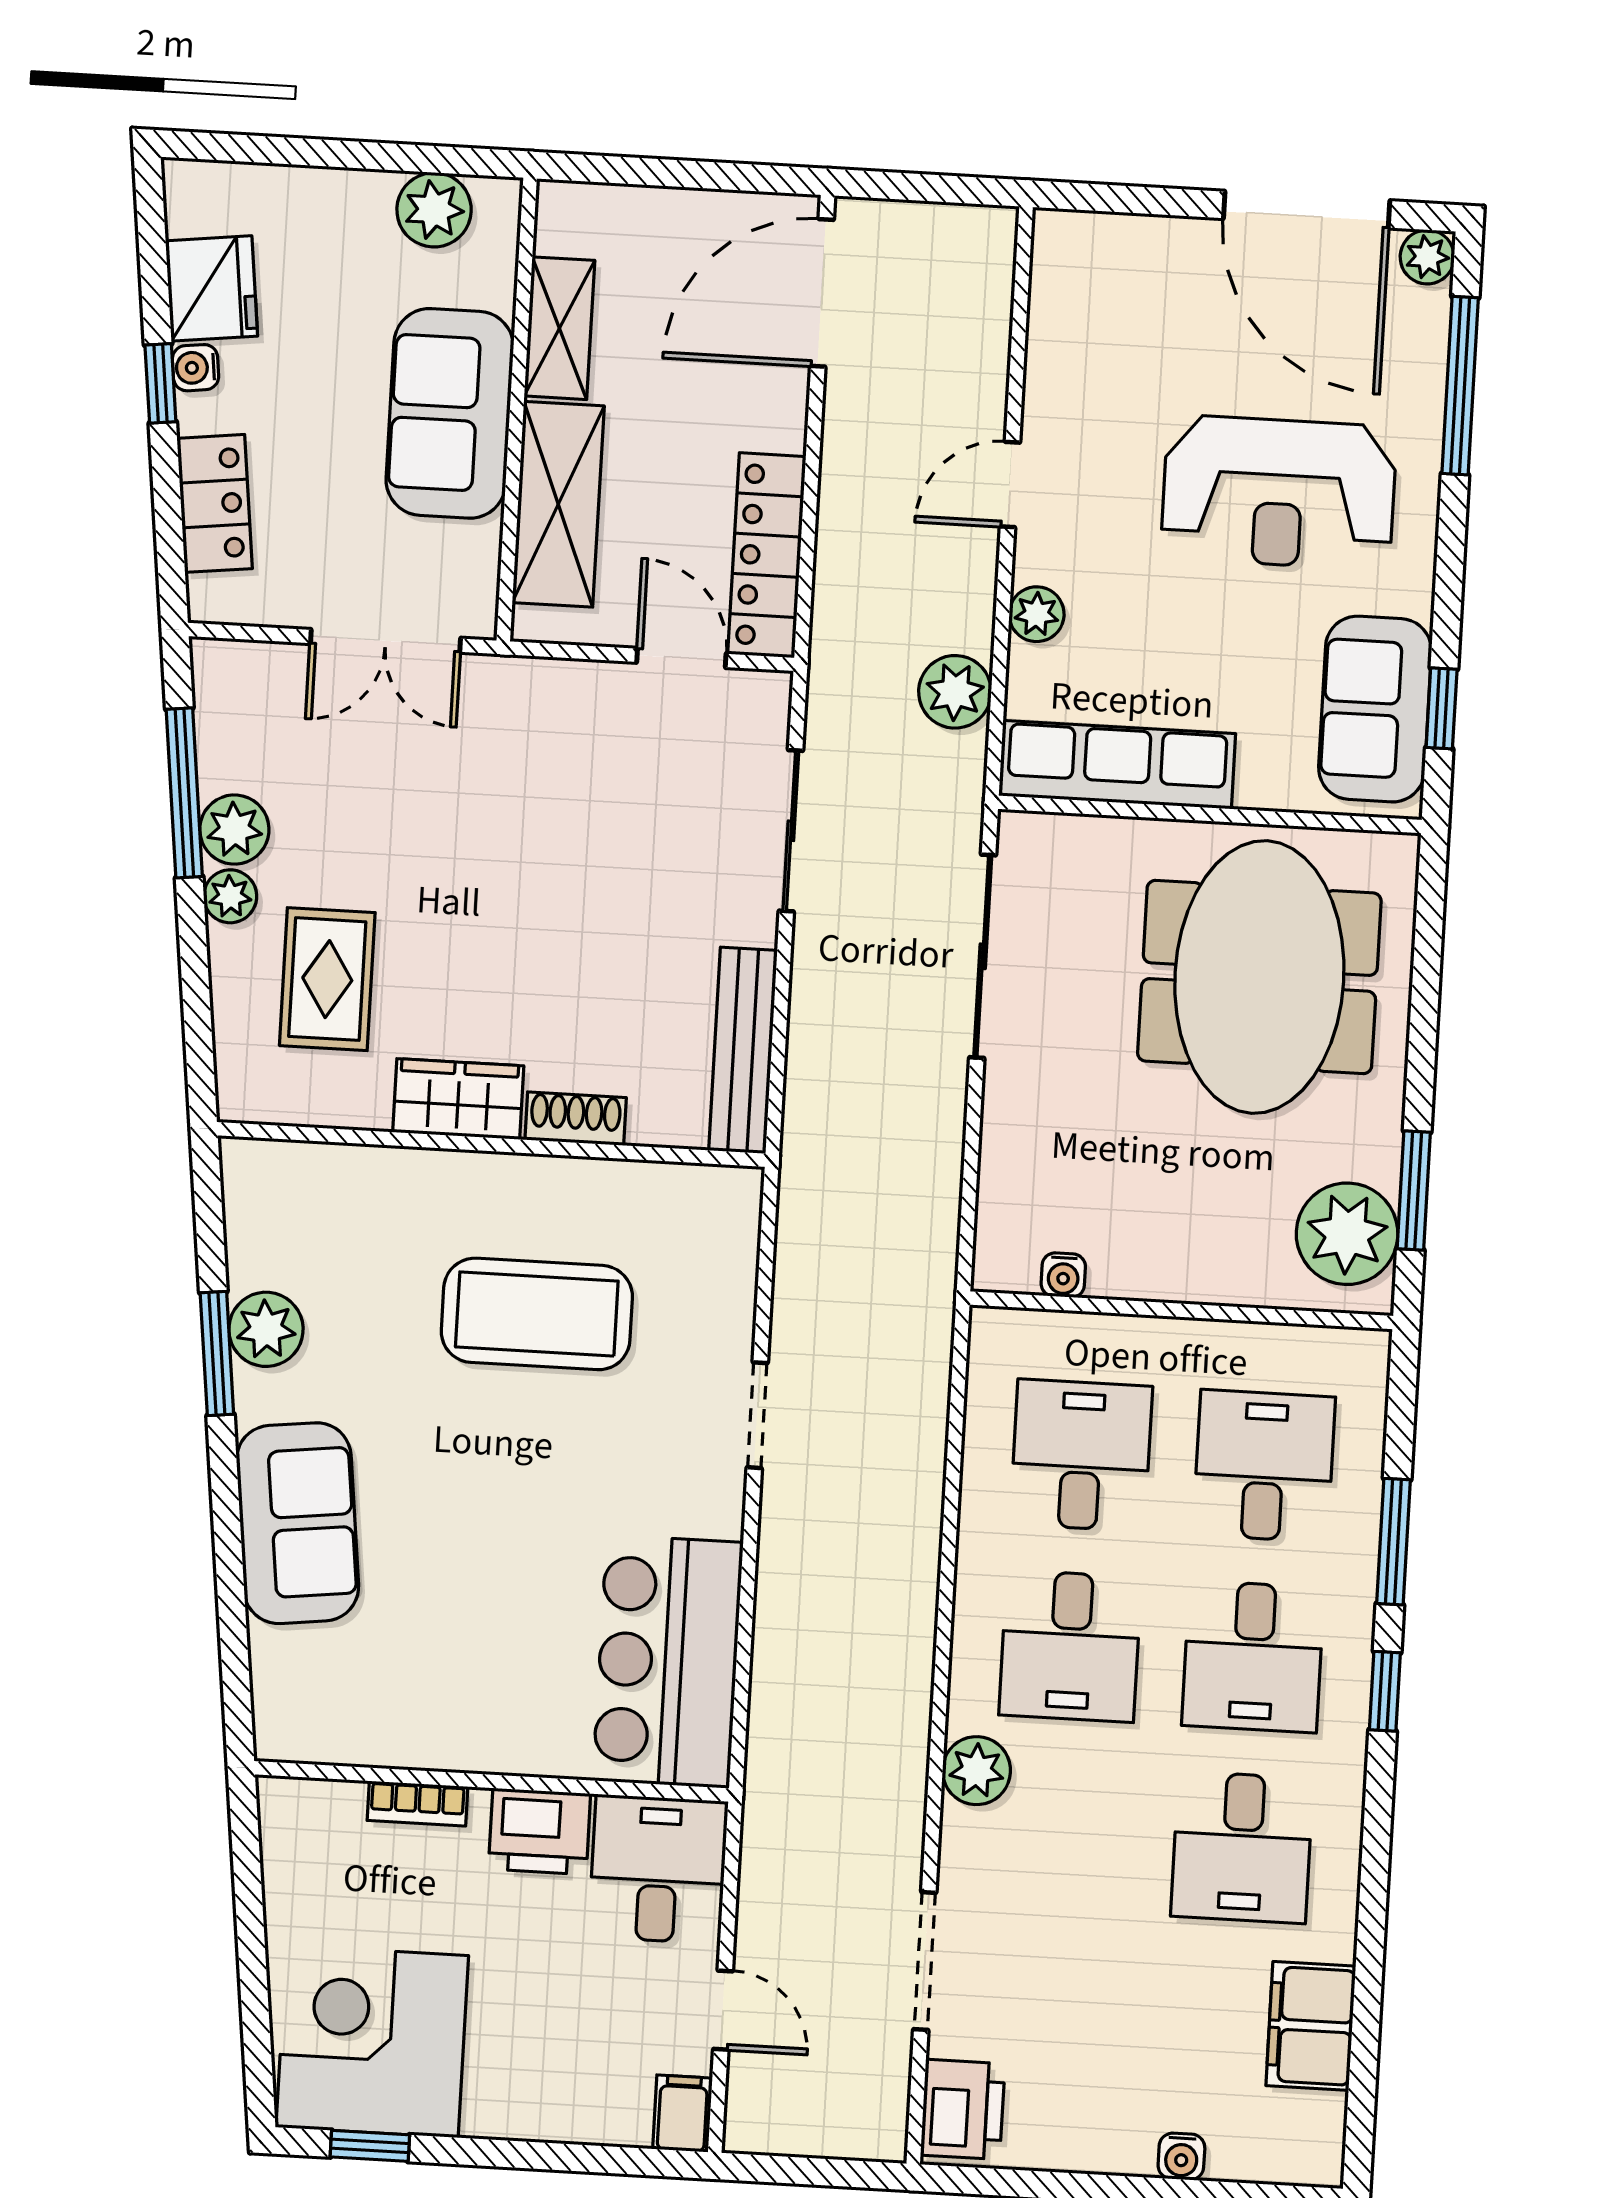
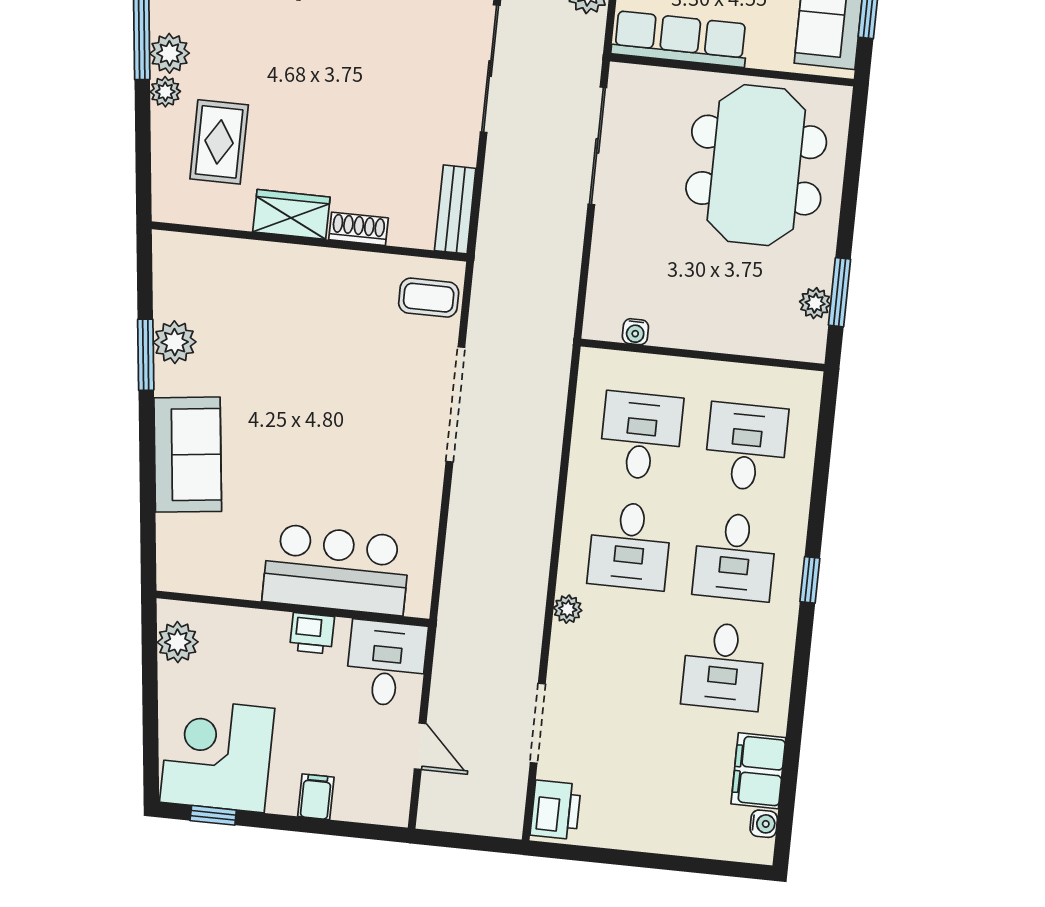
sliding door: (791, 831) -> (490, 69), width x1.37
bench: (743, 1050) -> (455, 209), width x0.73
plant: (1347, 1234) -> (815, 303), width x0.53, depth x0.53
coffee table: (537, 1314) -> (429, 298), moved, width x0.54, depth x0.58
doorway: (757, 1415) -> (455, 404), width x1.88
window: (1393, 1542) -> (819, 494), removed
bar counter: (668, 1662) -> (336, 569), moved, turned 90
plant: (976, 1771) -> (568, 609), width x0.73, depth x0.73
bookcase: (417, 1804) -> (249, 619), removed
printer: (539, 1831) -> (312, 633), width x0.73, depth x0.81
plant: (295, 1849) -> (178, 642), added
filing cabinet: (682, 2113) -> (316, 797), moved
water cooler: (1181, 2157) -> (764, 824), moved, turned -90

